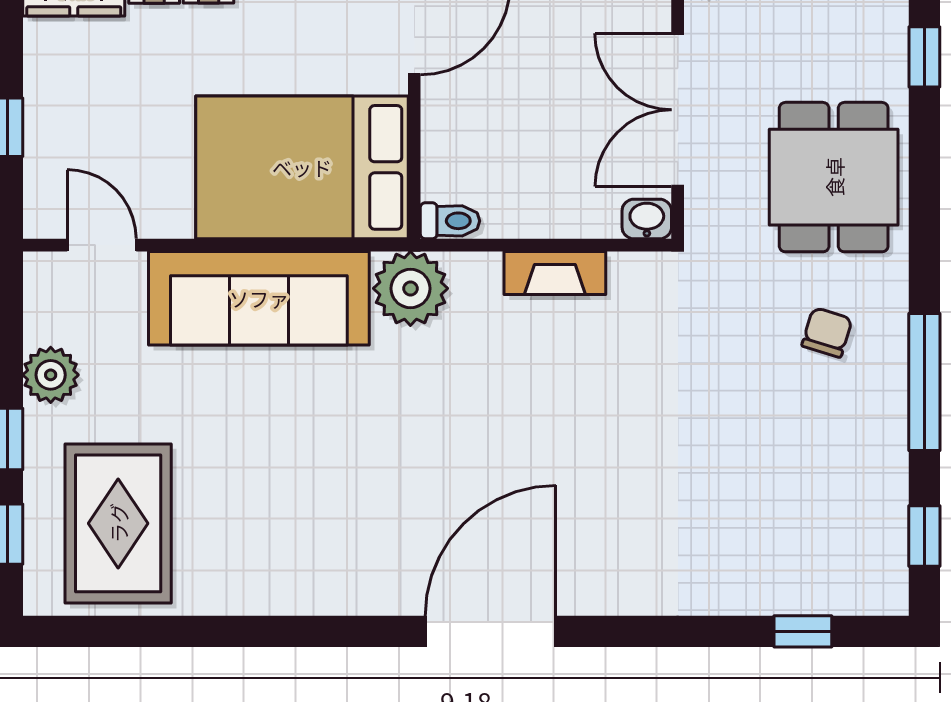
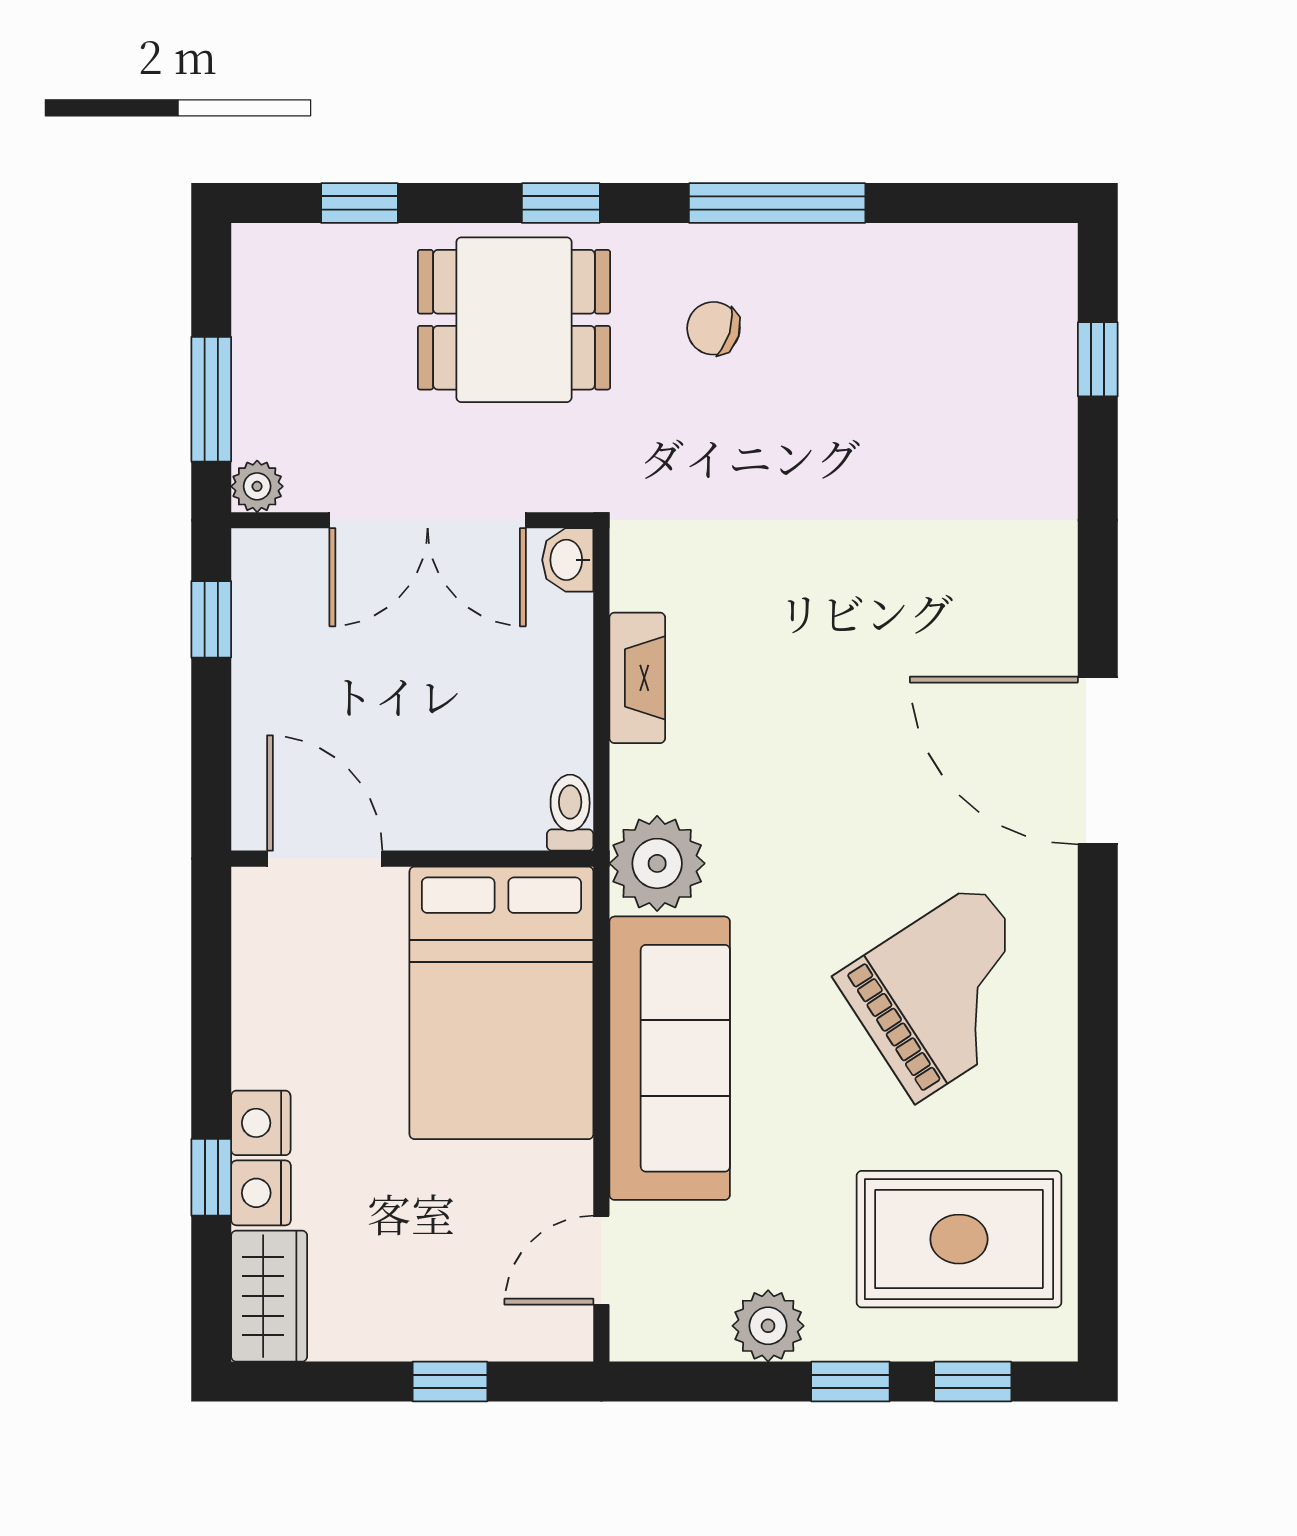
grand piano: (310, 514) -> (947, 992), added
window: (924, 536) -> (561, 203), moved

